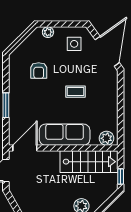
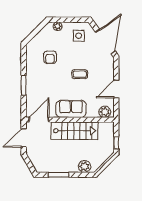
door: (121, 110) -> (116, 89), added
sofa: (65, 135) -> (71, 109), width x0.73
stairs: (89, 162) -> (75, 131), moved

